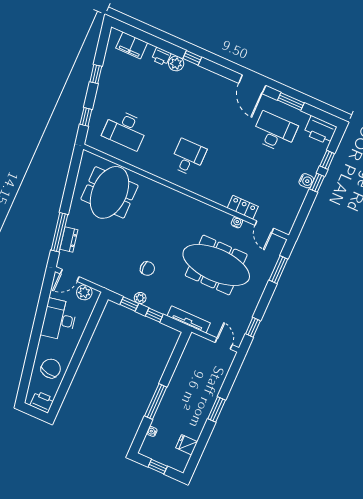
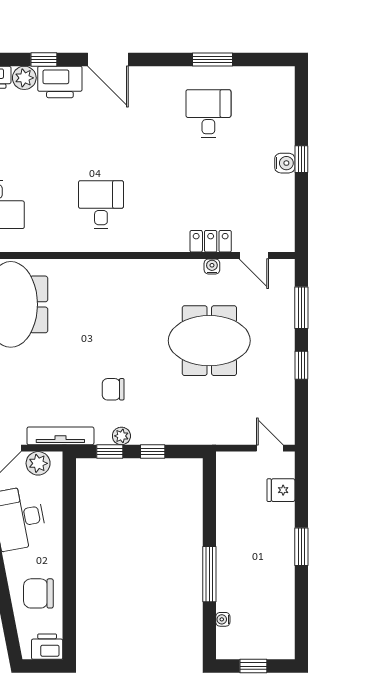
door: (252, 84) -> (108, 60), moved
printer: (320, 130) -> (60, 82), moved
desk: (274, 132) -> (208, 114), width x0.73
window: (327, 160) -> (301, 120), removed
meeting table: (216, 265) -> (209, 341), width x0.73
chair: (147, 269) -> (113, 389), turned 180
tv unit: (189, 319) -> (60, 436), moved
window: (253, 327) -> (301, 365), moved
chair: (51, 368) -> (38, 593), turned -100
fridge: (187, 445) -> (281, 490), moved

